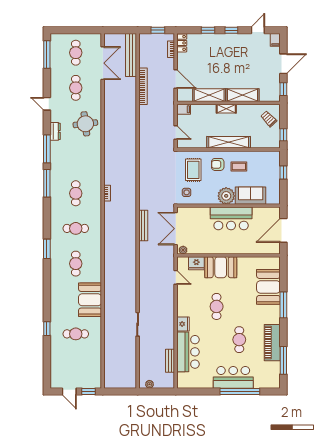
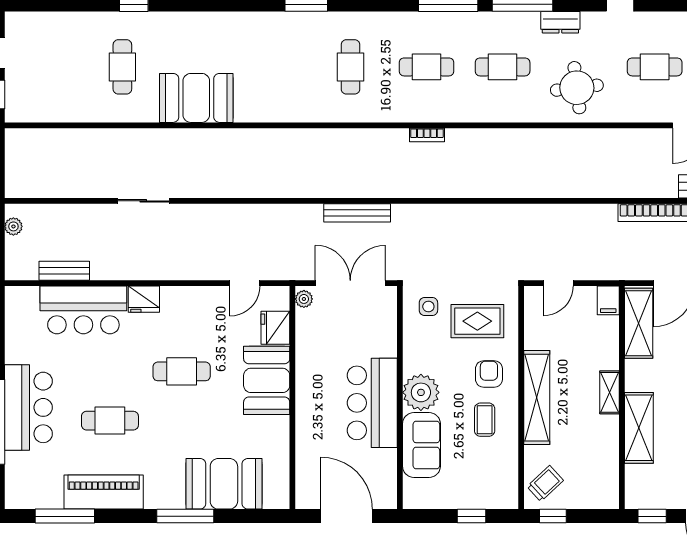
shelving: (209, 95) -> (639, 323), moved
trolley: (269, 119) -> (545, 483), moved
cafe table: (76, 264) -> (503, 67), moved

